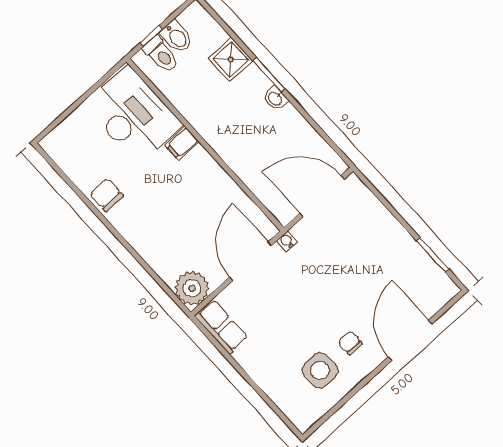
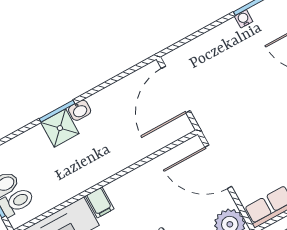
shower: (231, 59) -> (60, 128), moved
water cooler: (287, 241) -> (244, 19), moved, turned 90

